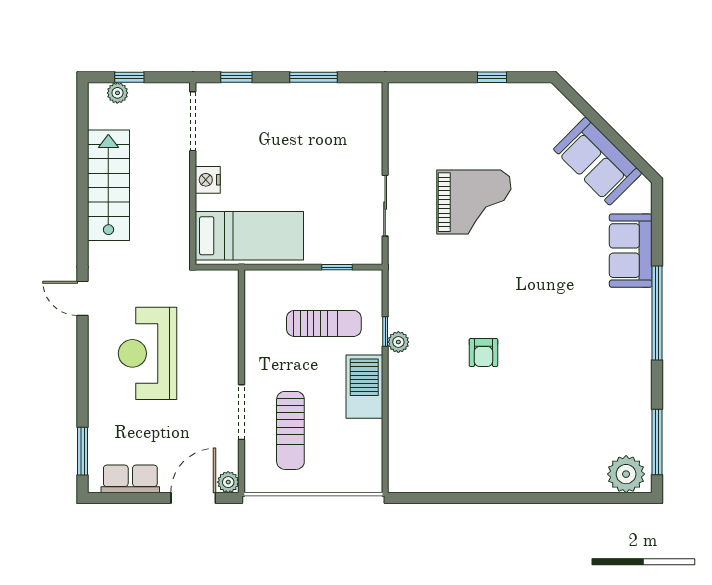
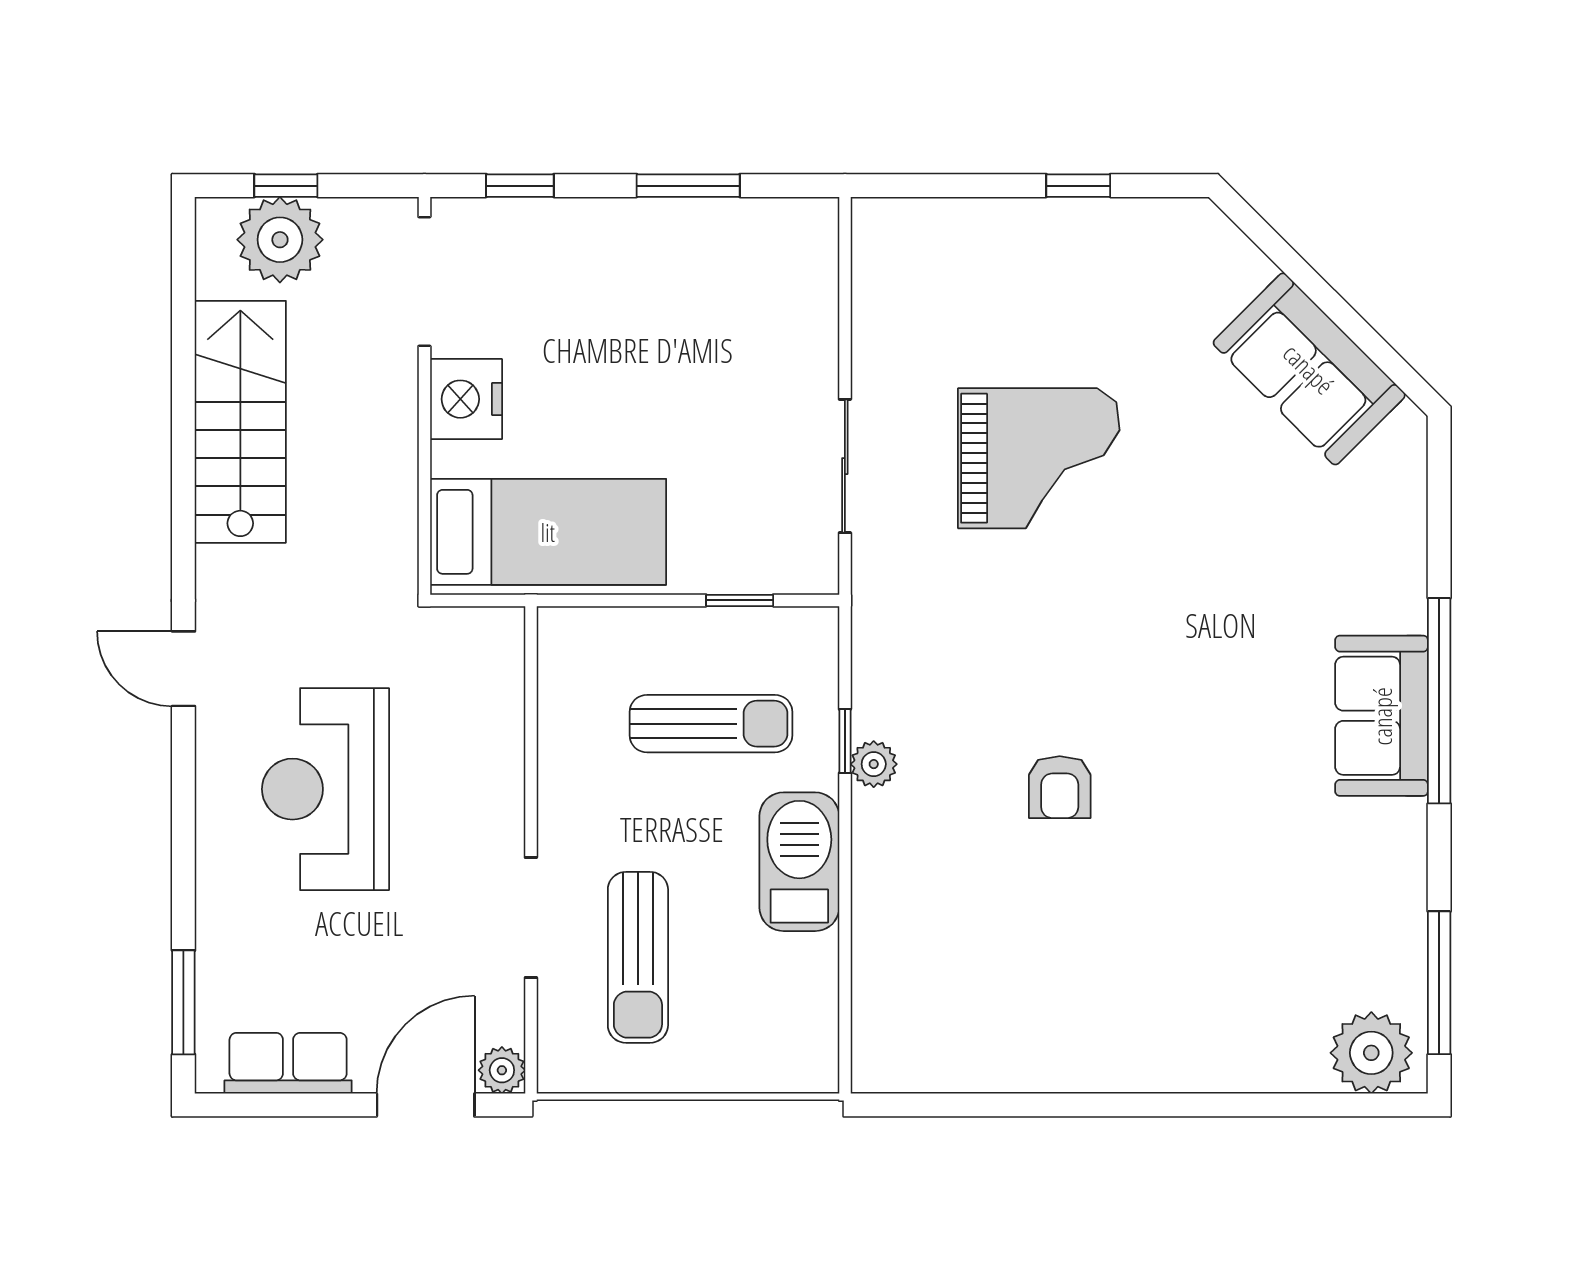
plant: (117, 93) -> (280, 240), width x1.88, depth x1.88
nightstand: (208, 180) -> (466, 399), width x1.36, depth x1.33
sofa: (631, 251) -> (1382, 716), moved

